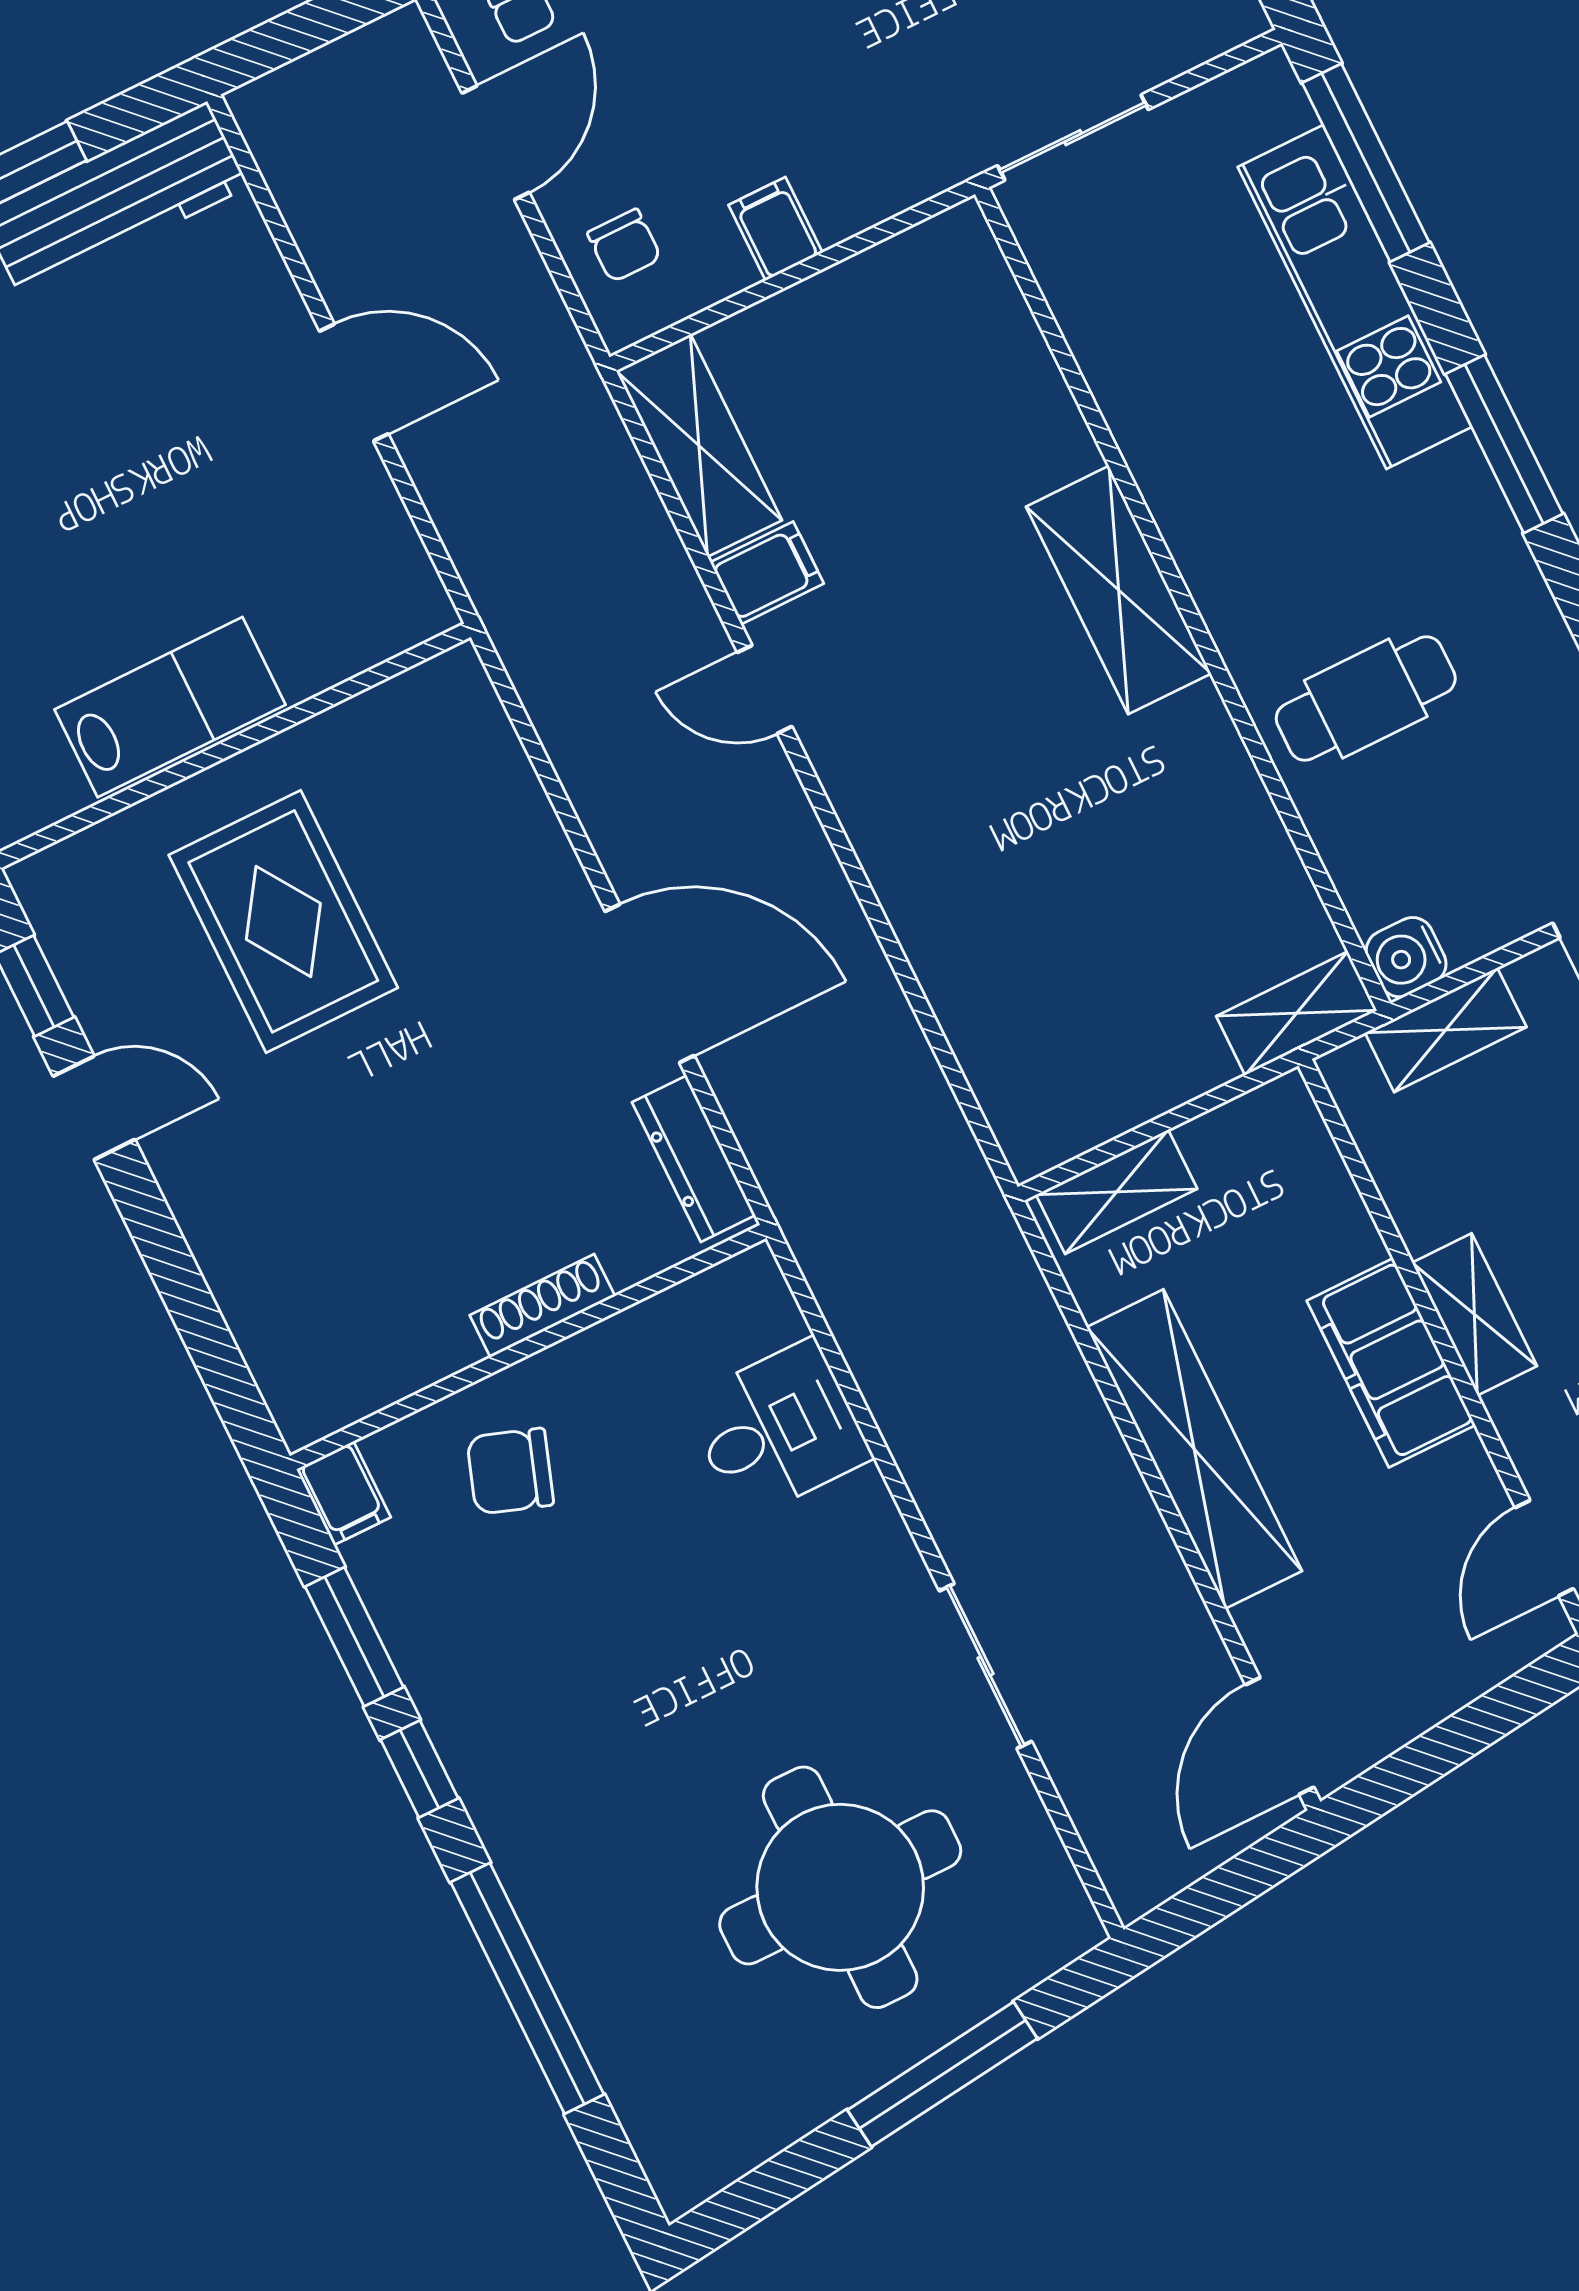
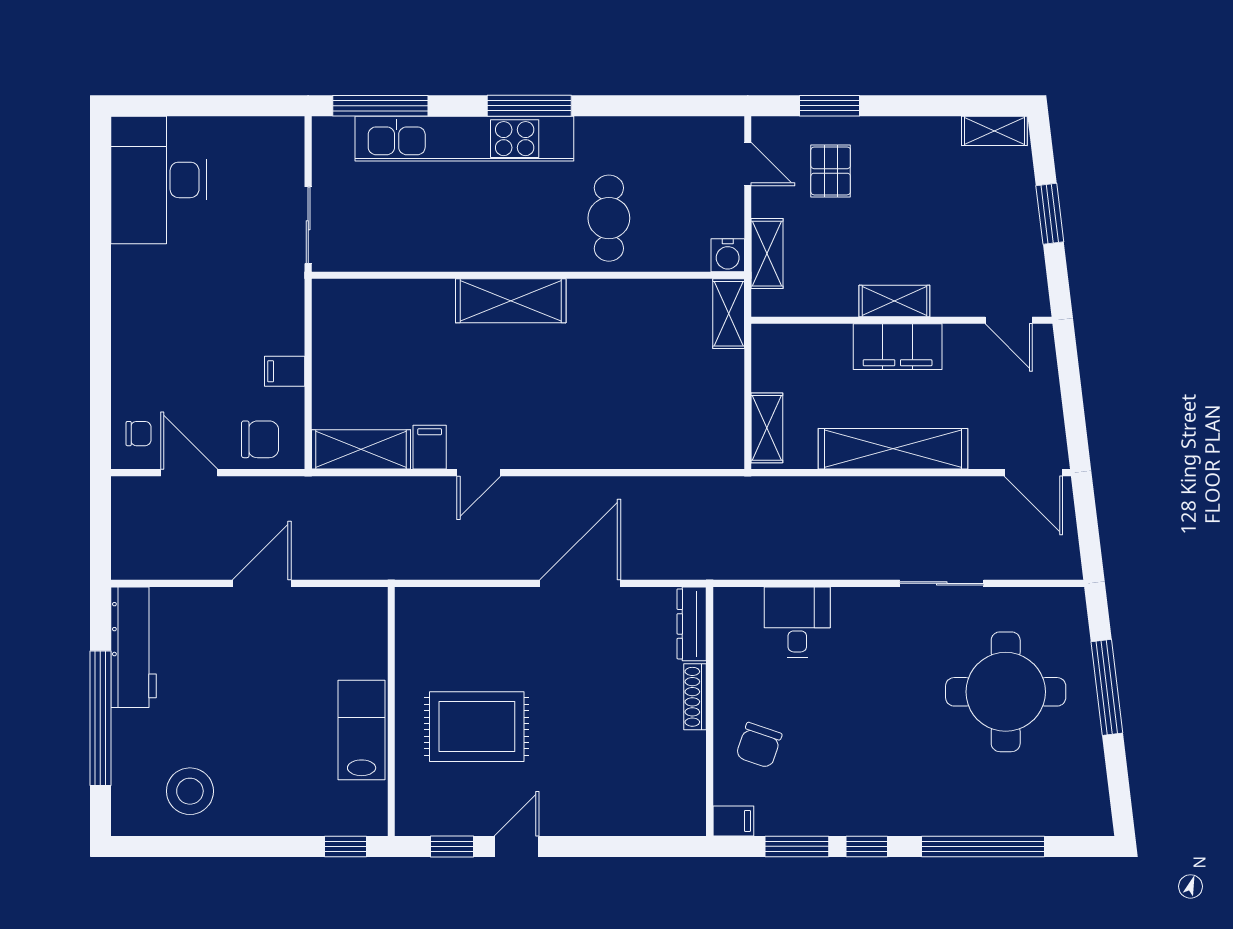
chair: (624, 246) -> (260, 439), width x1.37, depth x1.37
kitchen unit: (1355, 297) -> (464, 139), width x1.36
dresser: (694, 1159) -> (692, 624), moved, turned 90

